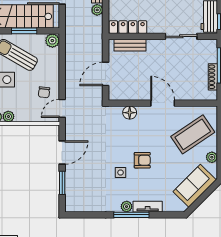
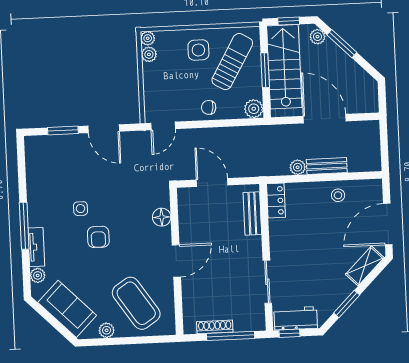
locker: (128, 27) -> (276, 201), width x0.66
chair: (44, 92) -> (209, 107), moved
door: (62, 108) -> (163, 126), swing flipped
plant: (127, 207) -> (38, 275), moved

